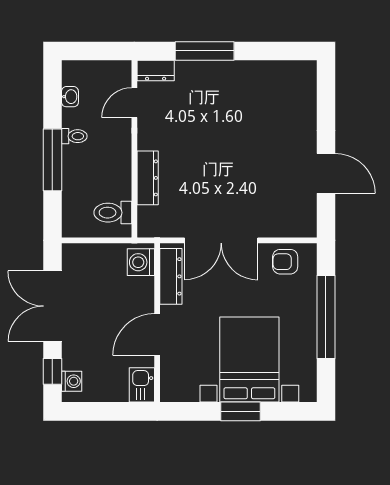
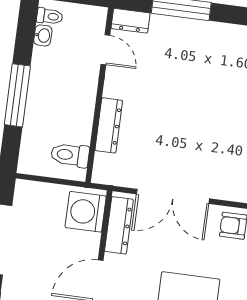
door: (134, 103) -> (105, 50), swing flipped
toilet: (74, 136) -> (50, 16), moved
washing machine: (141, 262) -> (86, 212), width x1.37, depth x1.37

